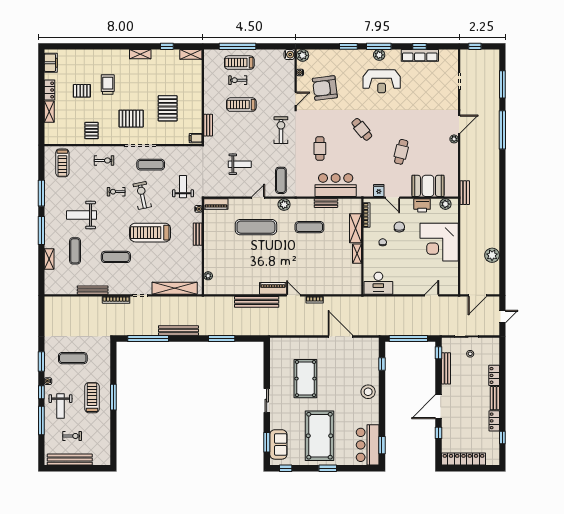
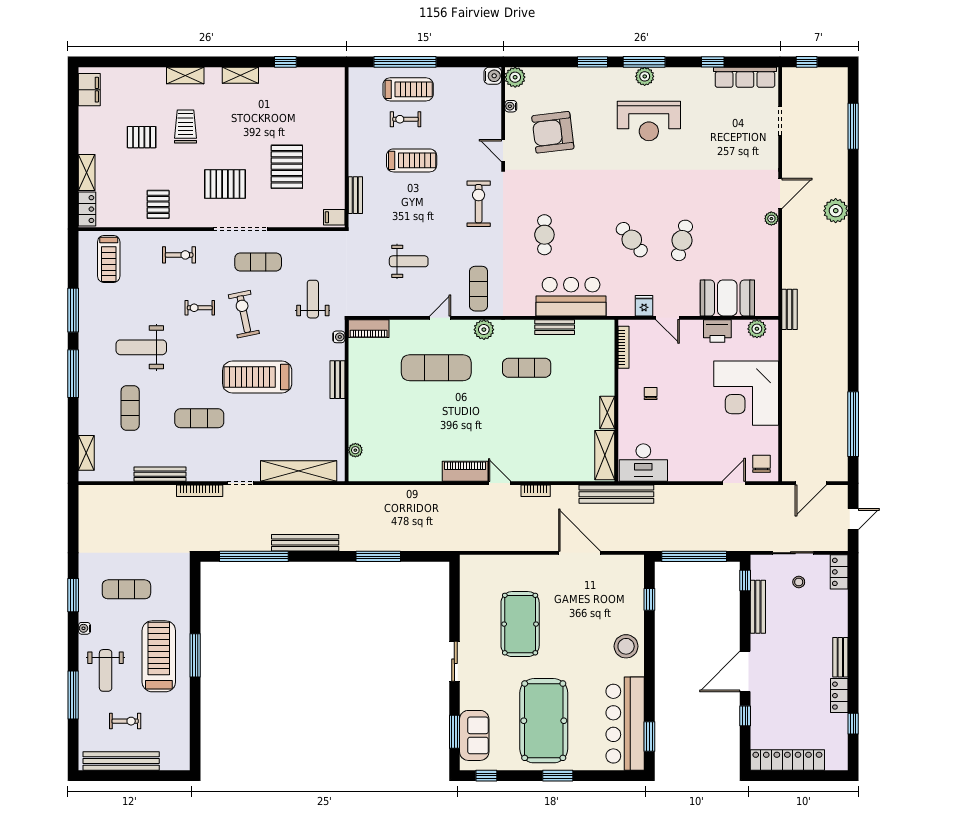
shelving: (191, 54) -> (185, 75), moved
row of seats: (420, 55) -> (745, 77), moved
treadmill: (239, 63) -> (408, 89), turned 180
locker: (50, 90) -> (87, 209), moved
door: (296, 99) -> (503, 151), swing flipped
treadmill: (241, 105) -> (412, 160), turned 180
cafe table: (362, 129) -> (632, 240), moved
window: (502, 130) -> (853, 424), moved
chair: (399, 227) -> (761, 464), moved
shelving: (356, 228) -> (605, 455), moved
plant: (492, 255) -> (836, 211), moved
shelving: (49, 259) -> (86, 453), moved
bench: (257, 302) -> (616, 494), moved
locker: (494, 375) -> (839, 572), moved
window: (41, 392) -> (73, 647), removed
treadmill: (92, 398) -> (159, 656), width x1.37, depth x1.38
bar counter: (368, 445) -> (625, 724), width x1.36

